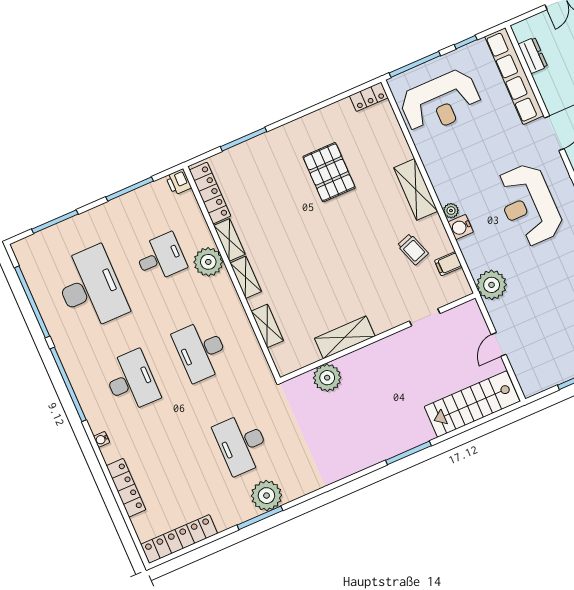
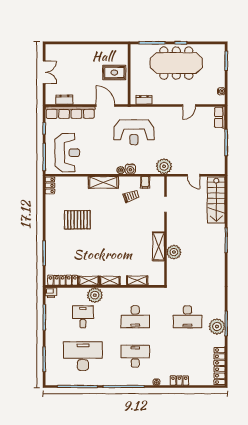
plant: (327, 378) -> (174, 252), moved
locker: (126, 488) -> (179, 381), width x0.66
plant: (266, 496) -> (217, 326), moved

